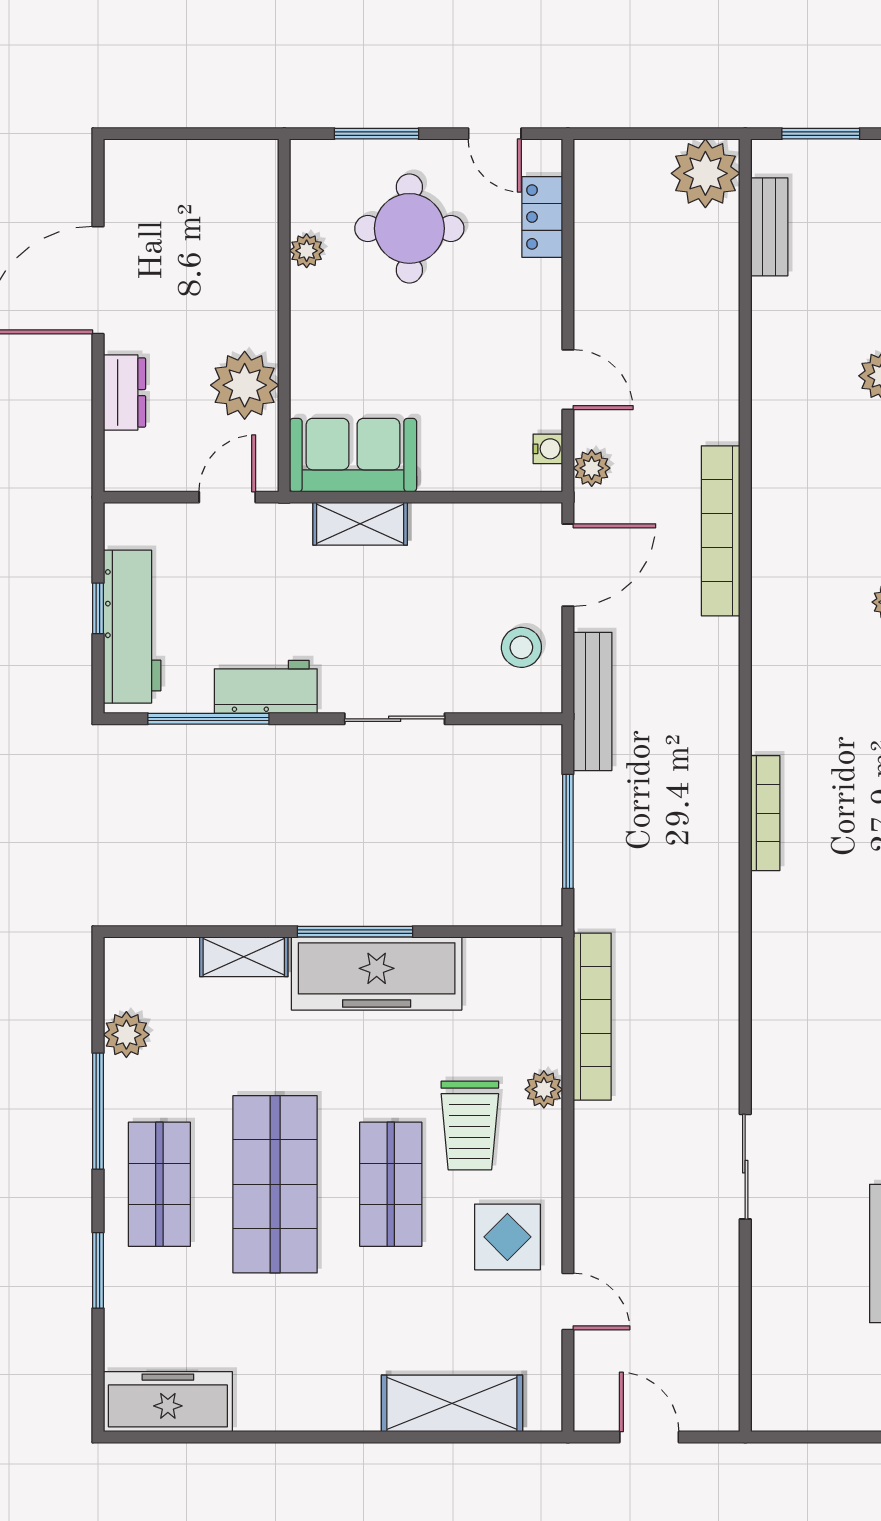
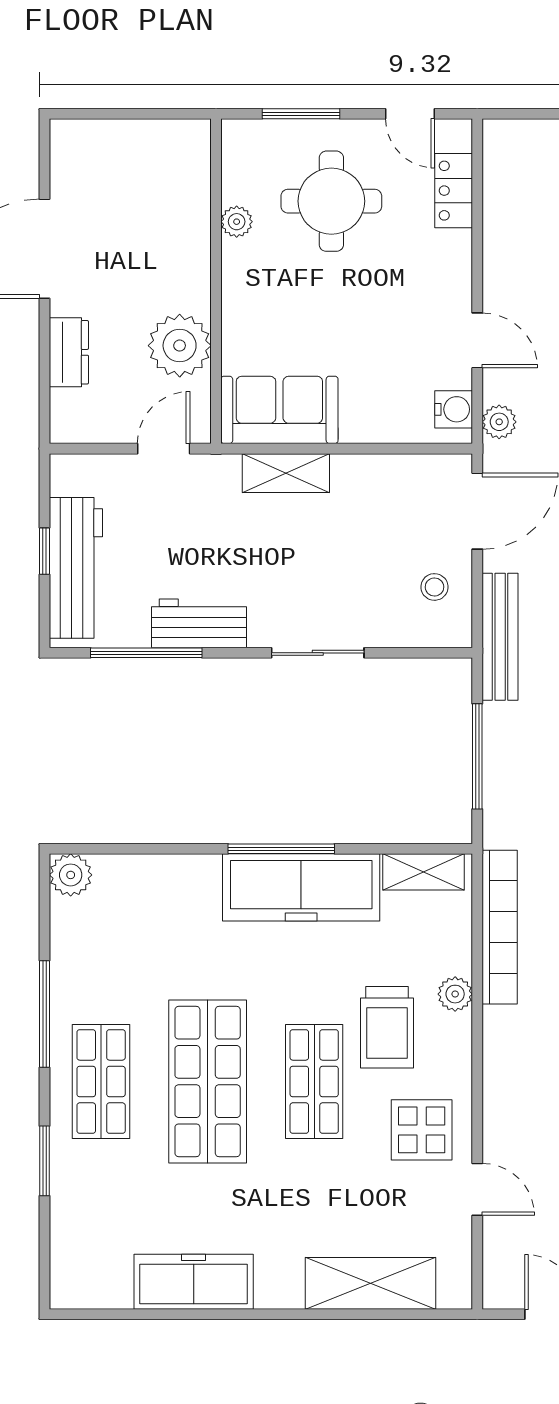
water cooler: (548, 449) -> (454, 409), width x1.38, depth x1.38
stool: (521, 647) -> (434, 587), width x0.73, depth x0.73
shelving: (244, 957) -> (424, 872), moved
plant: (126, 1035) -> (71, 875), moved
freezer: (168, 1402) -> (194, 1282), moved

